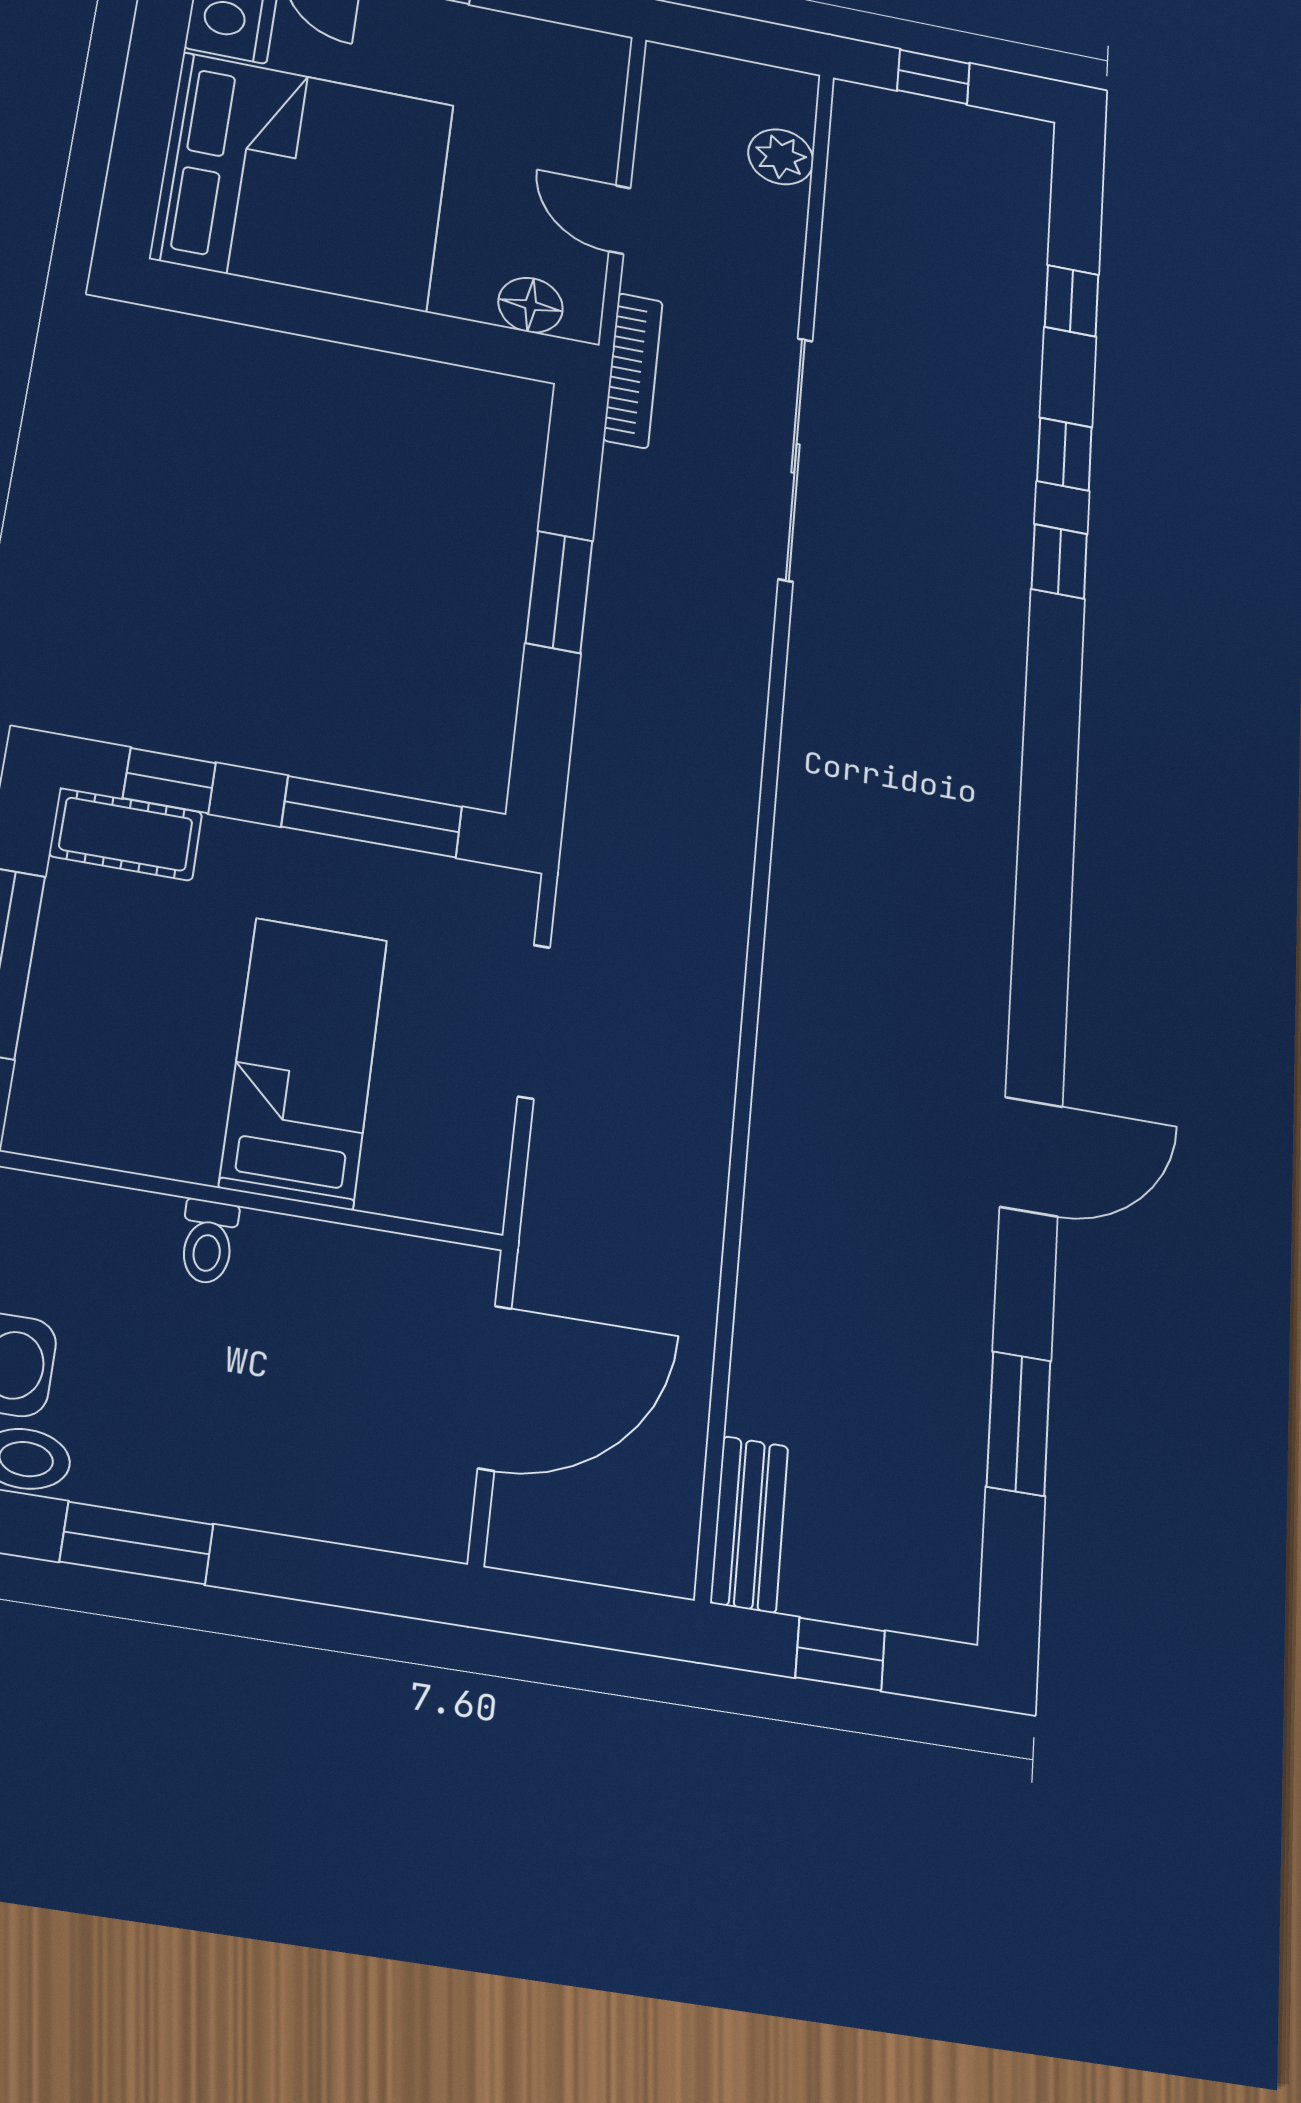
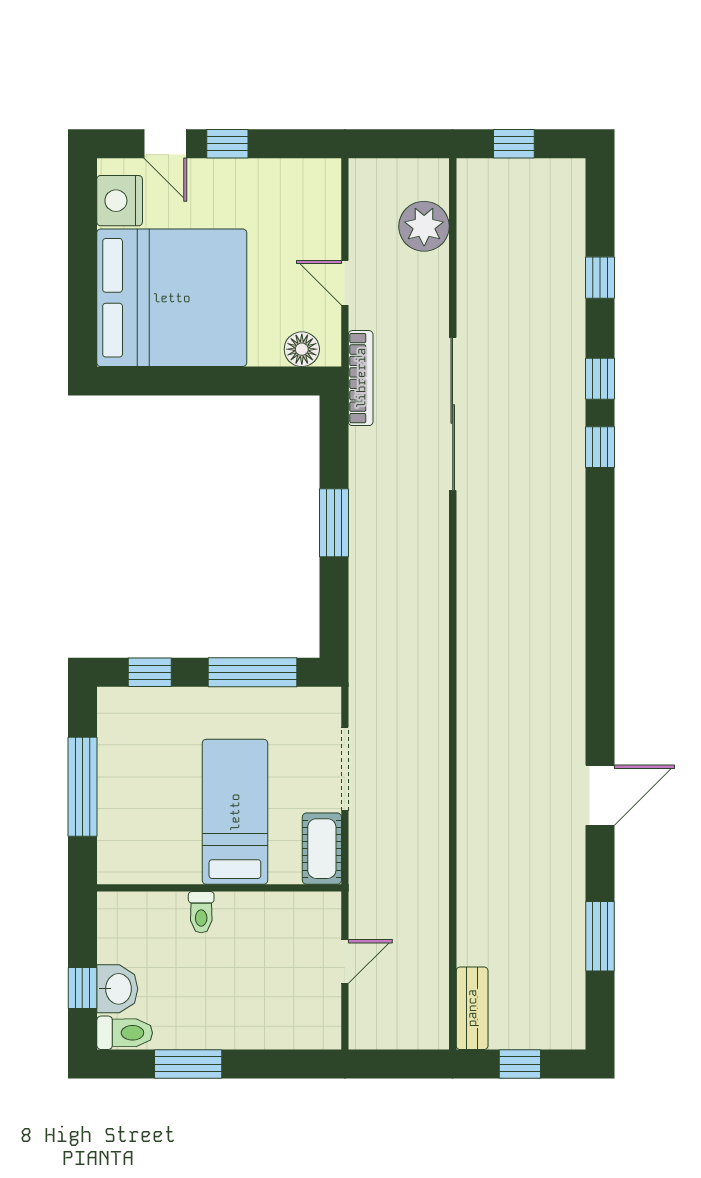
plant: (781, 157) -> (424, 226), width x1.36, depth x1.36
cot: (126, 834) -> (322, 849), moved, turned 90
door: (495, 1388) -> (345, 962), width x0.53

